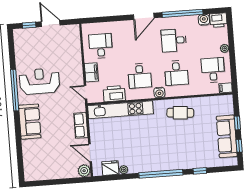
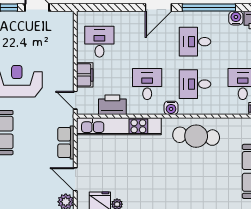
desk: (176, 73) -> (195, 84), turned 90
desk: (140, 76) -> (147, 84), turned 180
cafe table: (180, 113) -> (196, 136), width x1.37, depth x1.35

